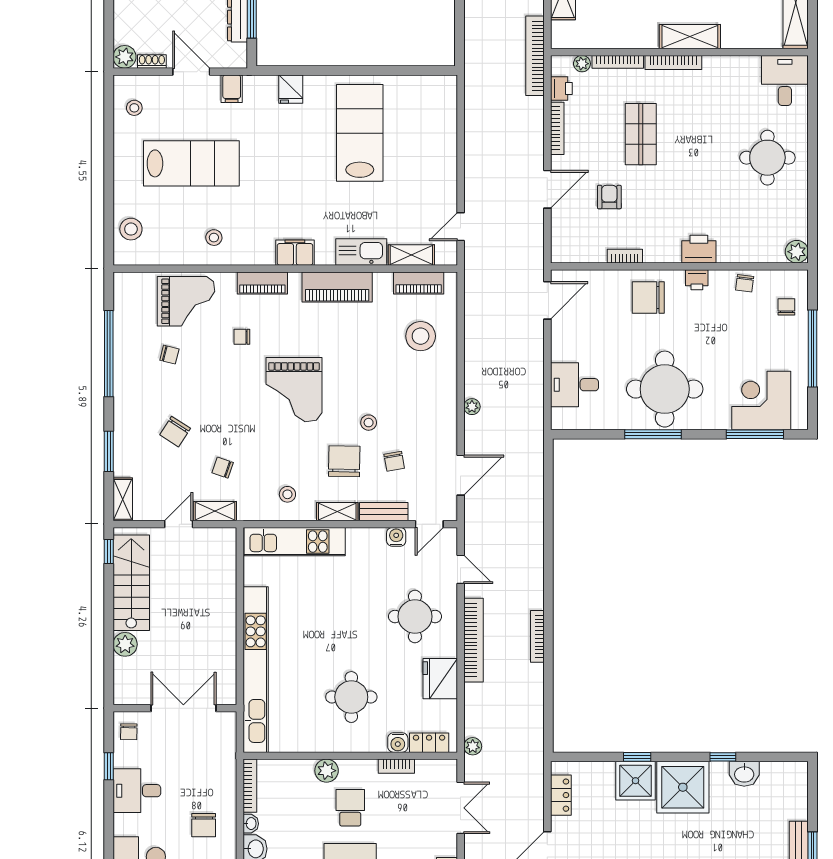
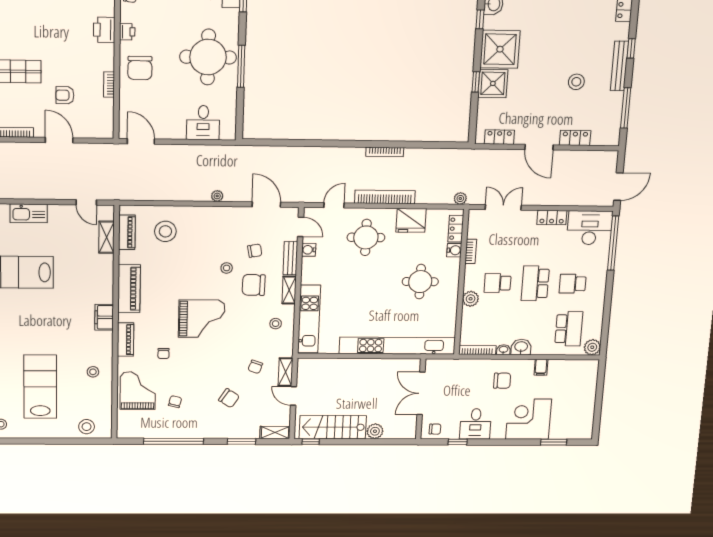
kitchen sink: (361, 252) -> (29, 213), moved, turned -90

